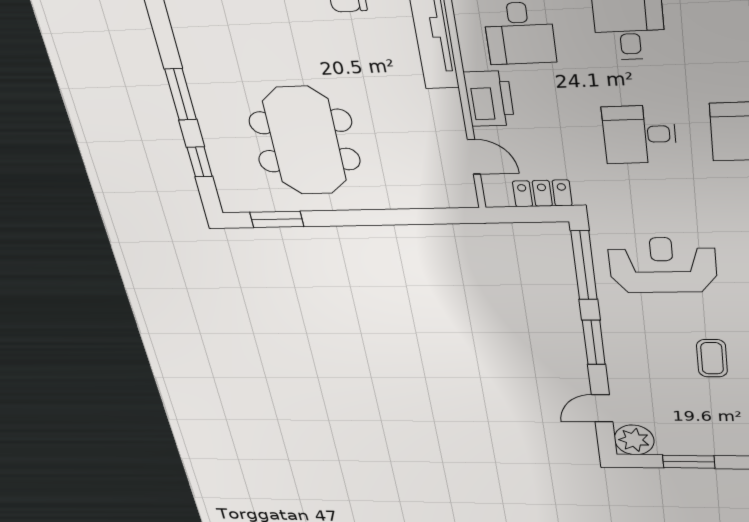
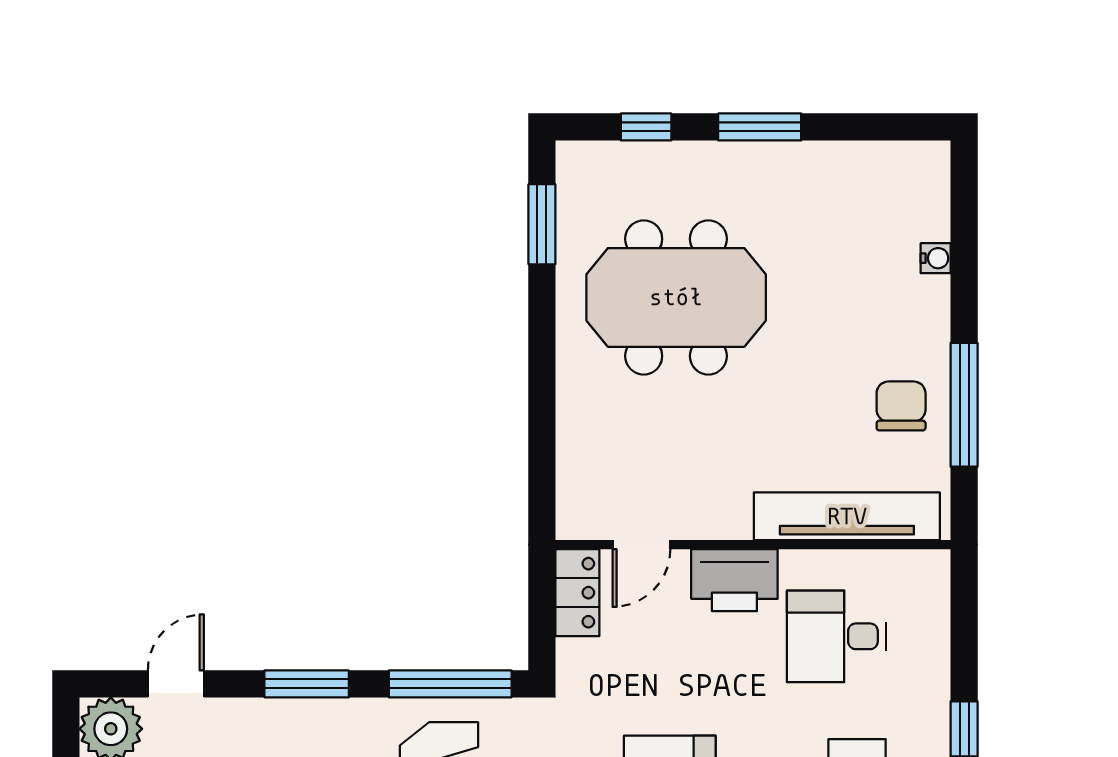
locker: (542, 193) -> (577, 593), moved
door: (602, 408) -> (176, 684), hinge flipped

